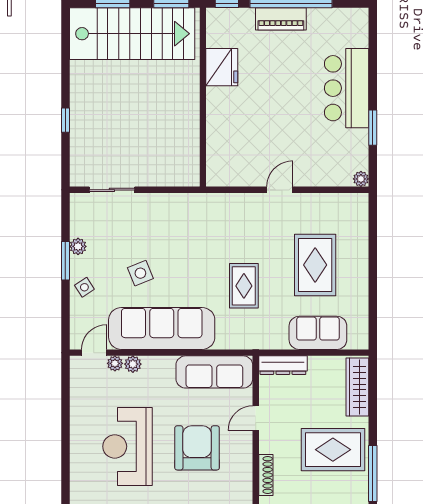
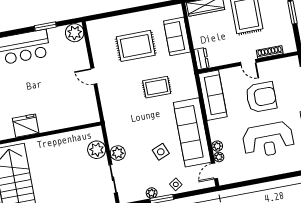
plant: (163, 172) -> (97, 150), added
plant: (361, 179) -> (75, 33), width x1.87, depth x1.87
plant: (151, 205) -> (118, 153), added
door: (94, 353) -> (215, 171), hinge flipped
dresser: (283, 365) -> (202, 59), width x0.70
door: (256, 418) -> (248, 62), moved
armchair: (197, 448) -> (261, 97), turned 180

